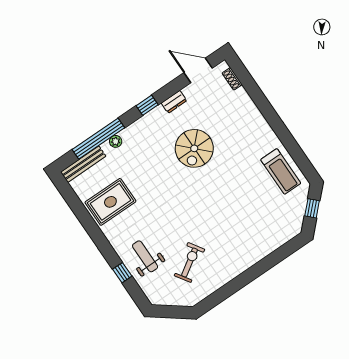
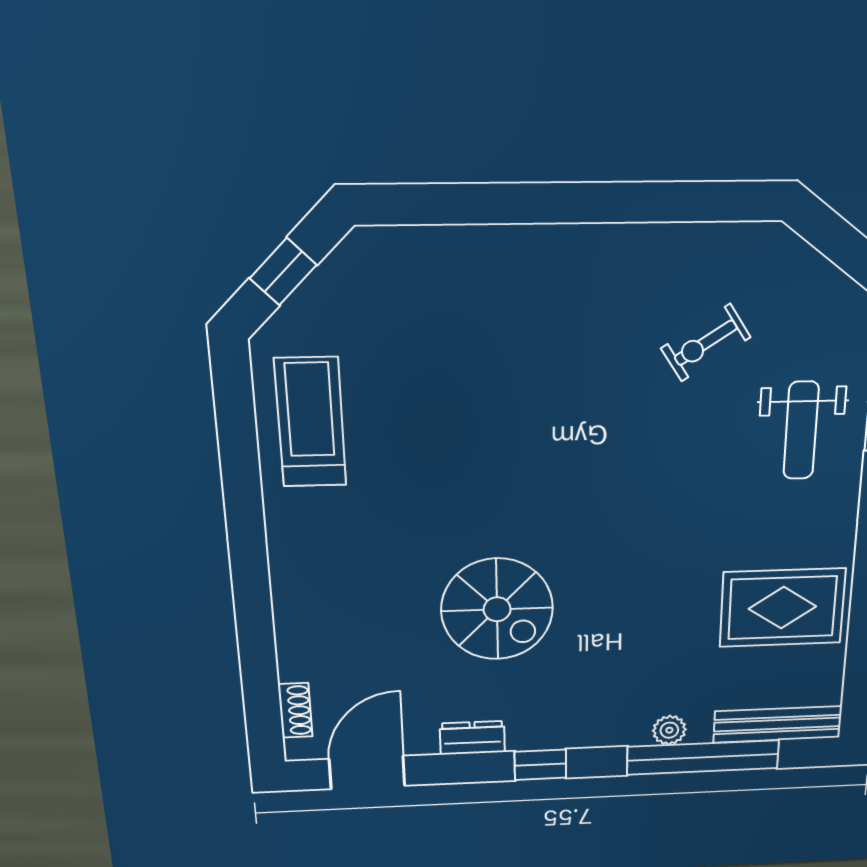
door: (198, 70) -> (367, 772), swing flipped
spiral stairs: (194, 148) -> (497, 609), turned 90
exercise bike: (189, 262) -> (706, 343), width x0.73, depth x0.72

